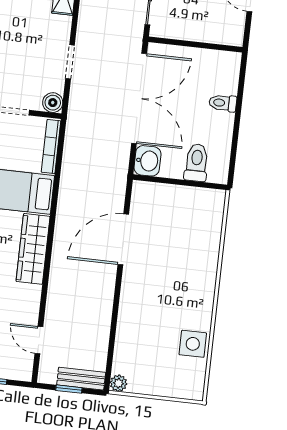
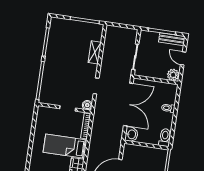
plant: (231, 33) -> (173, 75), added
toilet: (196, 163) -> (165, 137), moved

